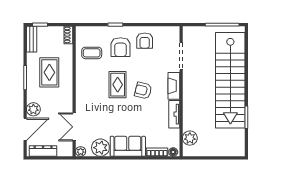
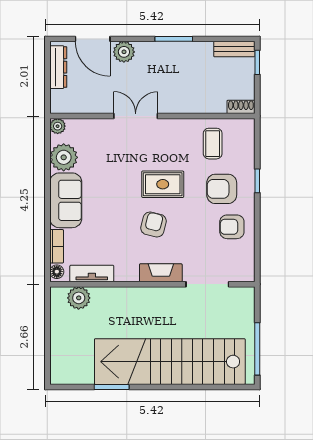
rug: (49, 72) -> (182, 77), removed
tv unit: (174, 114) -> (92, 273), moved
double door: (74, 127) -> (136, 116), moved

